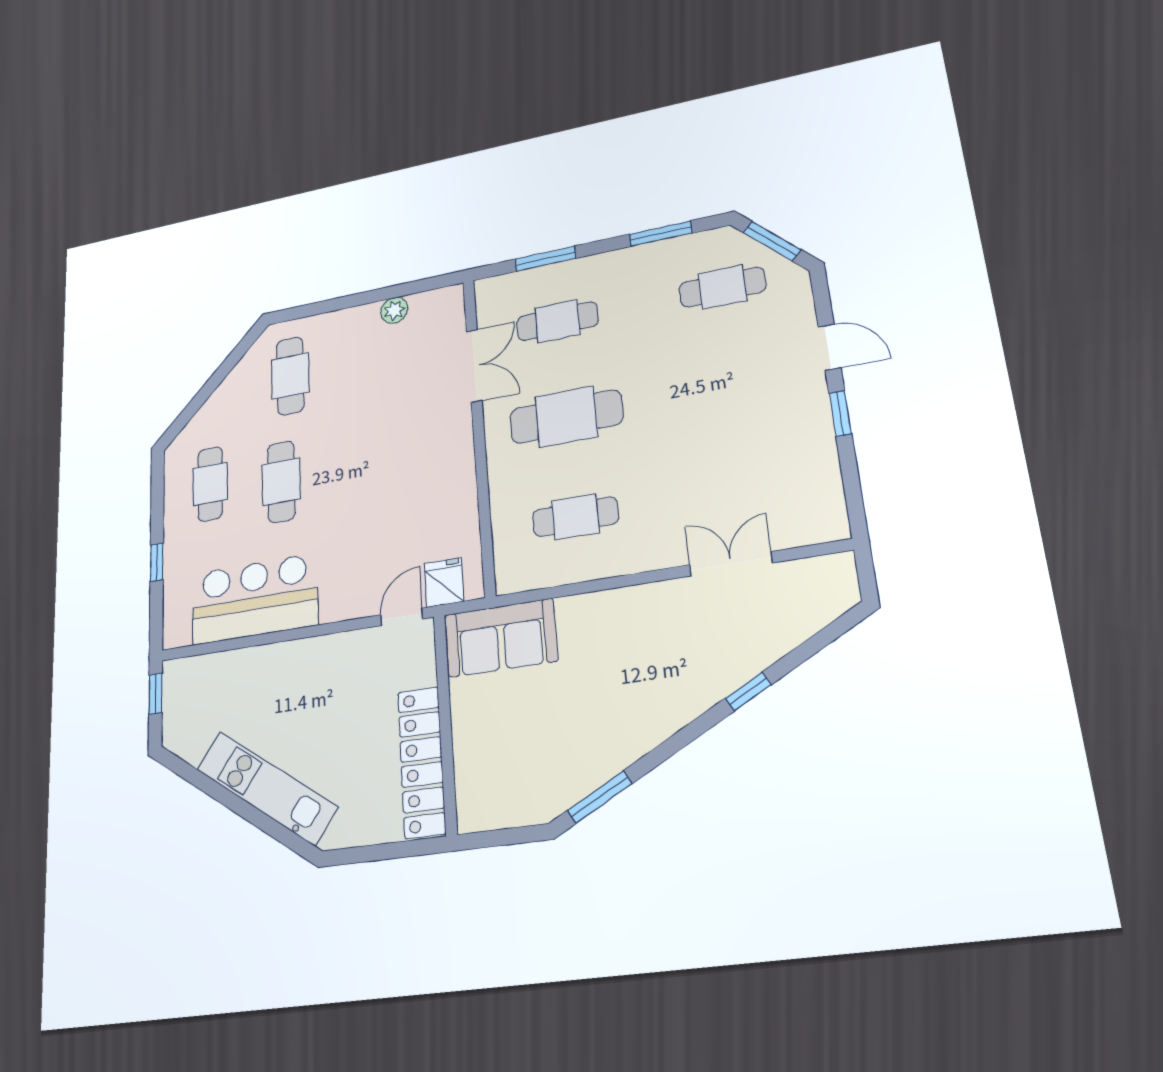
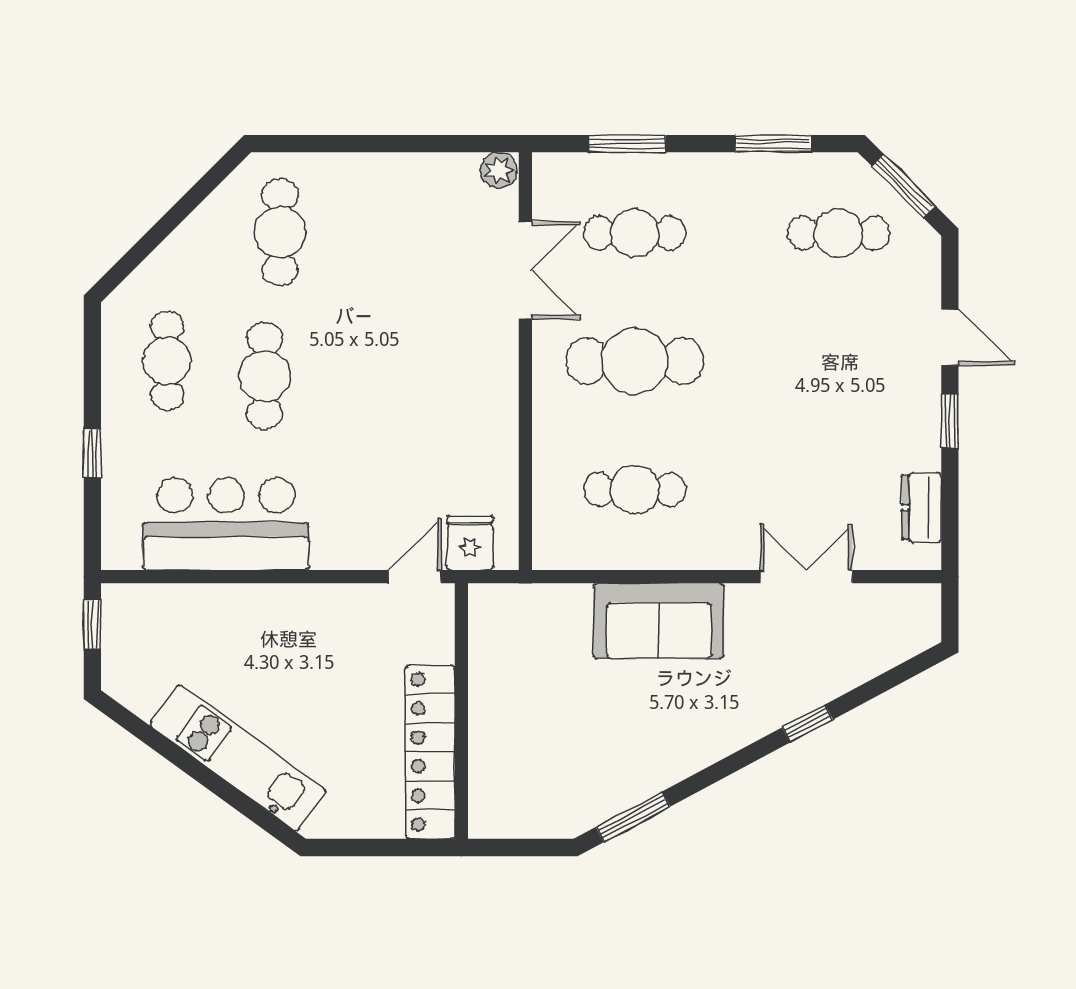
plant: (394, 310) -> (499, 170), moved
dresser: (826, 489) -> (922, 507), added
sofa: (501, 638) -> (659, 621), moved

